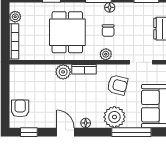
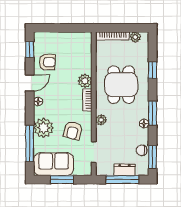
chair: (108, 31) -> (142, 150), moved
dining table: (67, 32) -> (121, 85), turned 90
armchair: (20, 108) -> (47, 62), moved

